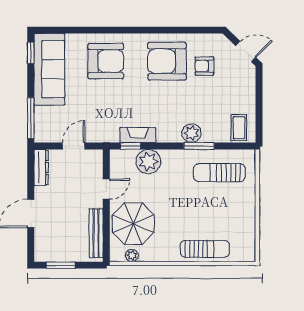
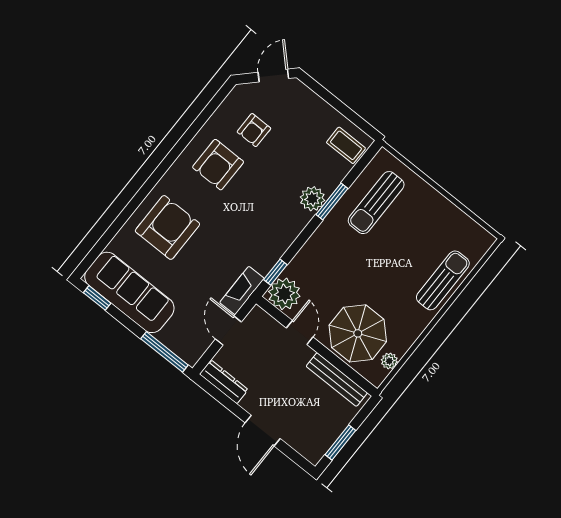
armchair: (167, 61) -> (218, 165), width x0.73, depth x0.73
fireplace: (138, 135) -> (242, 291), moved
plant: (148, 162) -> (284, 294), moved

